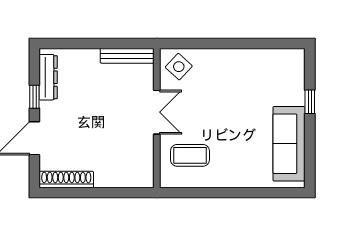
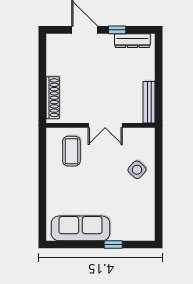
side table: (179, 67) -> (137, 170), moved
shoe rack: (66, 179) -> (53, 98), moved

